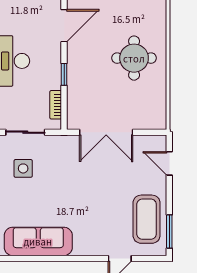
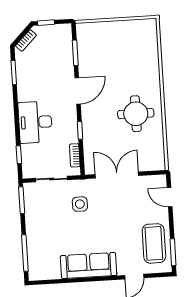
double door: (106, 132) -> (117, 175), swing flipped
side table: (23, 168) -> (80, 204), moved
sofa: (38, 241) -> (89, 266), moved

